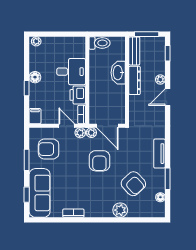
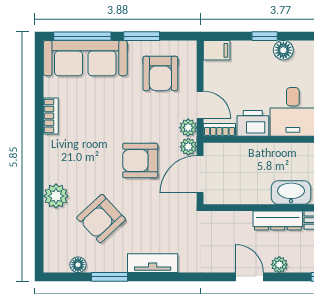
door: (67, 126) -> (200, 105), hinge flipped
armchair: (49, 149) -> (160, 73), turned 180
window: (27, 195) -> (82, 36), width x2.17

